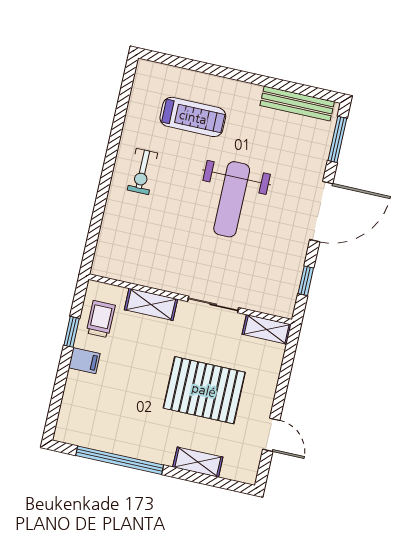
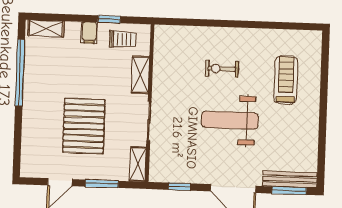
bench: (297, 104) -> (290, 179), moved, turned 90
treadmill: (193, 117) -> (286, 80), turned 180
exercise bike: (142, 171) -> (222, 69), moved
window: (283, 381) -> (102, 184), added
shelving: (198, 462) -> (46, 28), moved, turned 90

